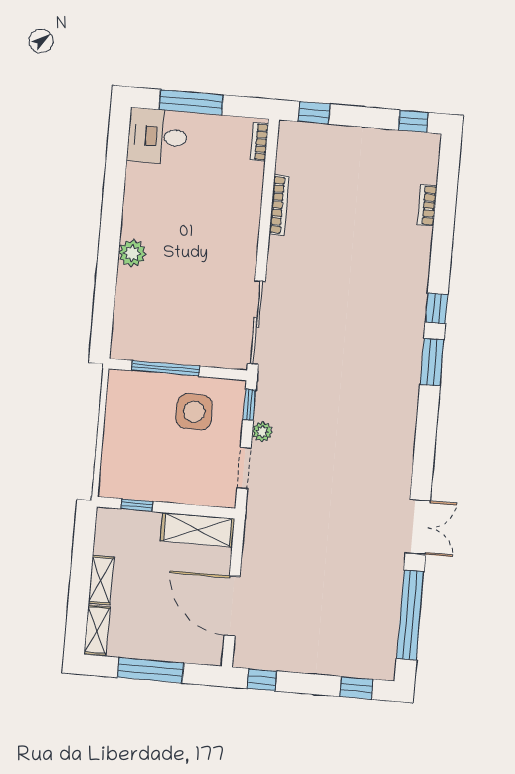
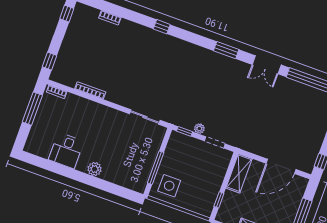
window: (191, 102) -> (32, 109), moved
desk: (158, 136) -> (66, 150), moved
sliding door: (256, 322) -> (145, 117), width x0.73
window: (432, 362) -> (226, 50), moved
side table: (194, 412) -> (169, 186), moved
double door: (418, 527) -> (267, 65), swing flipped

